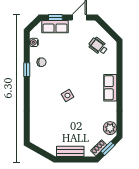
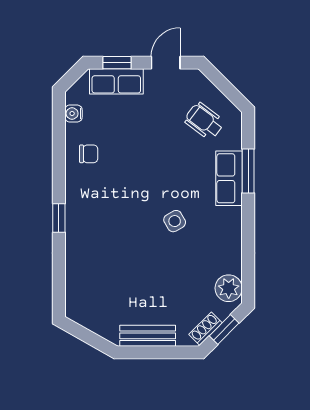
window: (27, 70) -> (59, 218), moved
window: (120, 71) -> (248, 171), added
row of seats: (110, 88) -> (229, 178), moved
side table: (67, 95) -> (175, 221), moved

